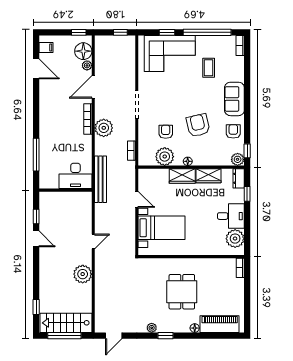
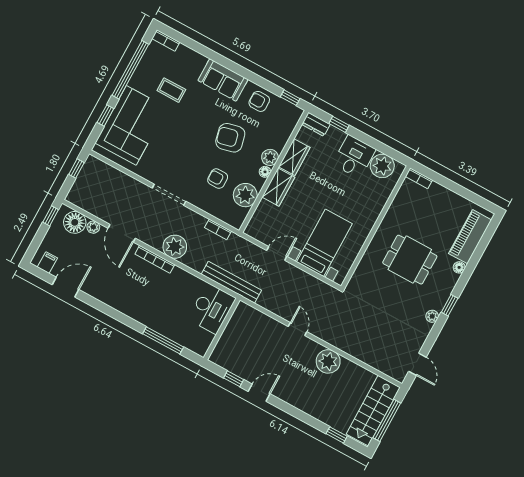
plant: (238, 159) -> (270, 157), moved

